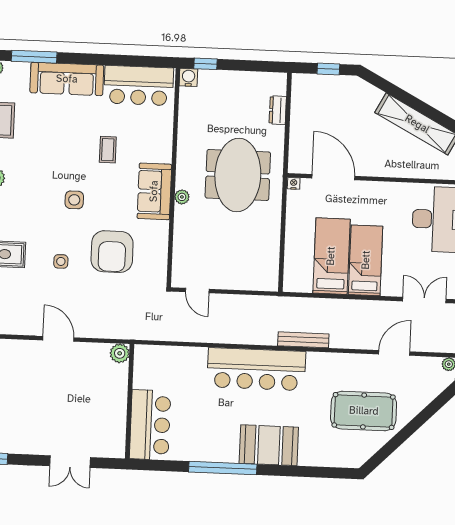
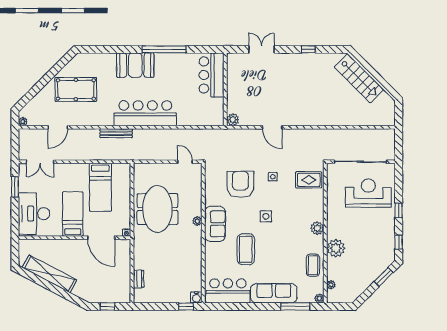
coffee table: (108, 150) -> (246, 249), width x1.86, depth x1.72
meeting table: (238, 175) -> (157, 209), moved
bed: (366, 260) -> (73, 214), moved, turned 180

